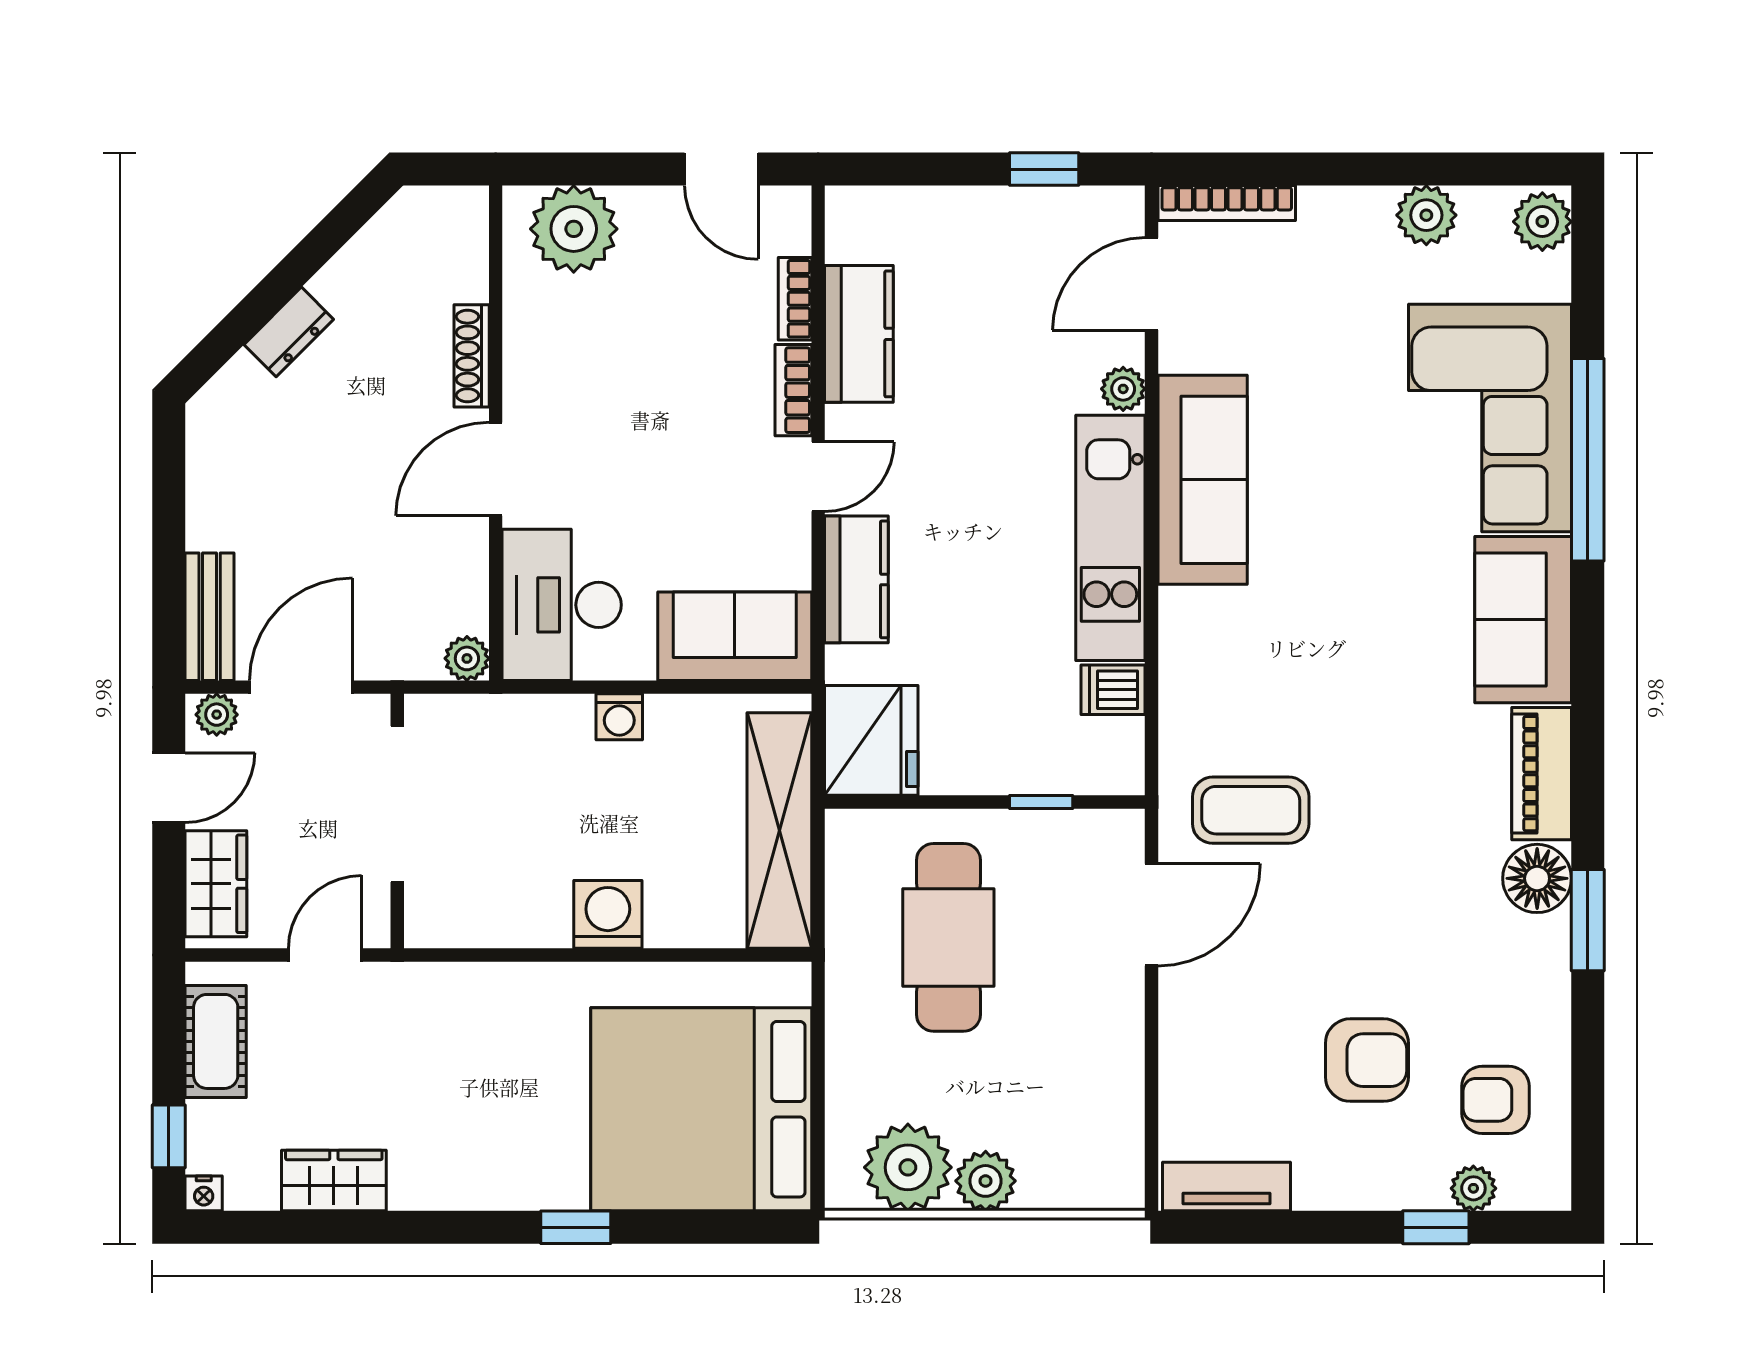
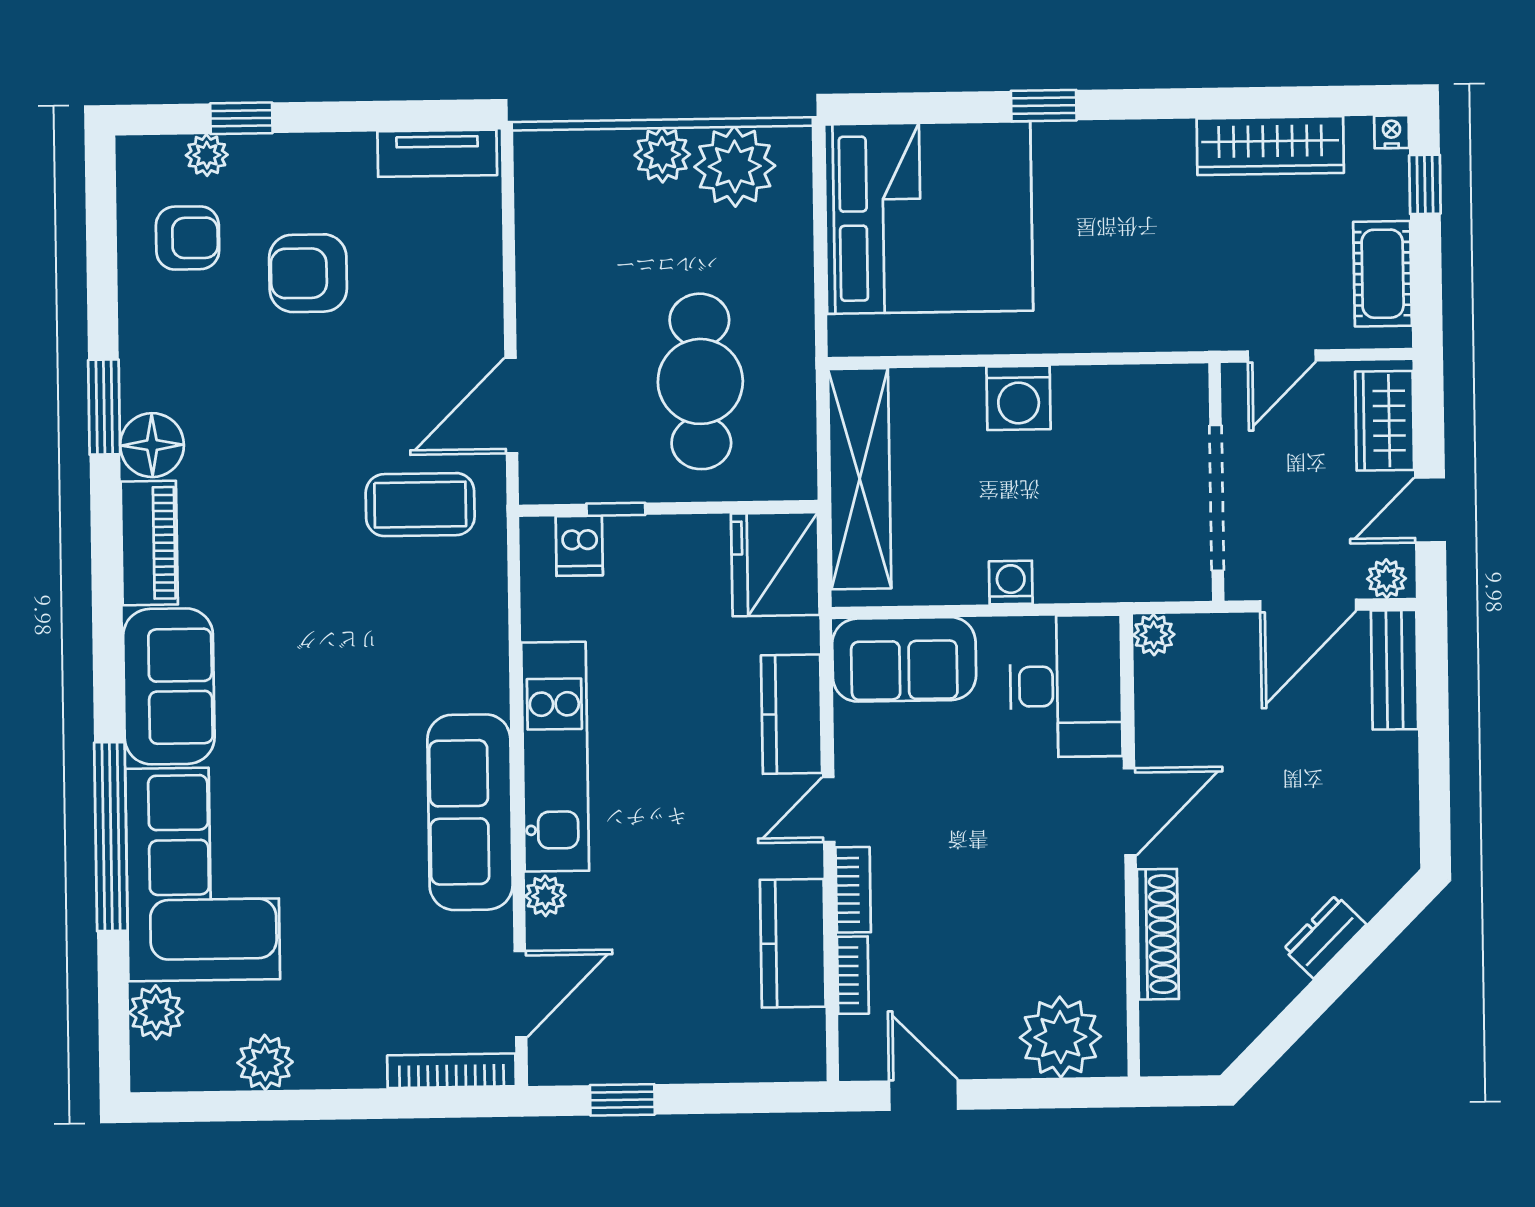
plant: (1542, 222) -> (156, 1012), moved
shoe rack: (472, 356) -> (1158, 934), width x1.36, depth x1.24
dishwasher: (1113, 690) -> (579, 546), moved, turned 90
wardrobe: (334, 1180) -> (1270, 146), width x1.50

